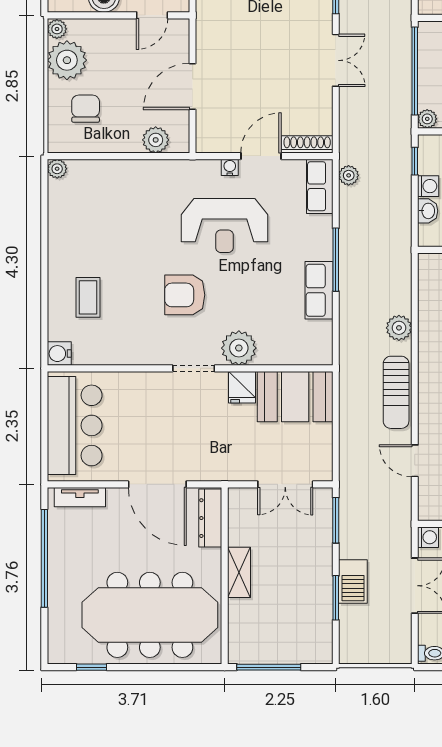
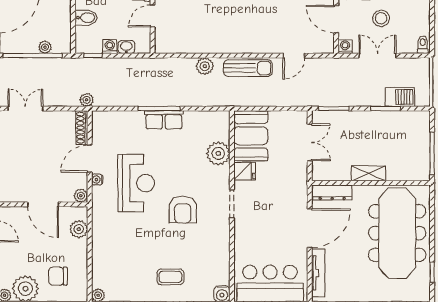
plant: (427, 119) -> (45, 47), moved
plant: (206, 143) -> (81, 196), added
door: (261, 156) -> (90, 159), hinge flipped
plant: (349, 175) -> (87, 100), moved
row of seats: (320, 186) -> (110, 119), removed
row of seats: (319, 290) -> (164, 120), moved
coffee table: (88, 297) -> (170, 277), moved
plant: (239, 348) -> (218, 153), moved
tv unit: (80, 497) -> (318, 273), width x1.41
barbecue: (353, 582) -> (400, 97), moved

